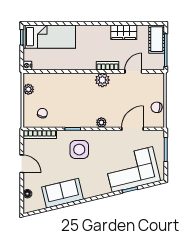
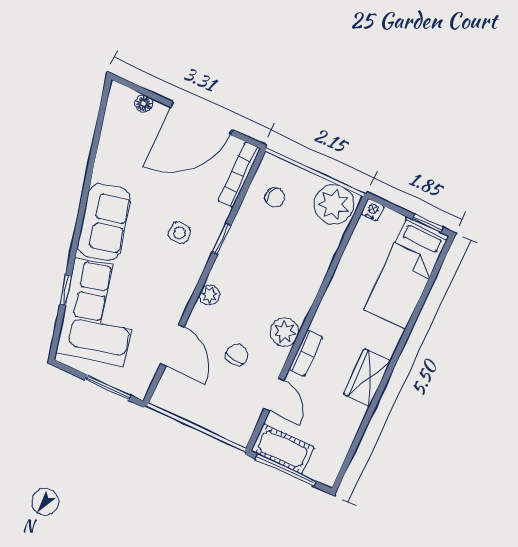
wardrobe: (124, 32) -> (367, 377), moved
cot: (157, 39) -> (283, 449), moved
plant: (28, 89) -> (334, 204), width x1.88, depth x1.88
chair: (157, 107) -> (237, 355), moved
side table: (79, 150) -> (179, 233), width x0.54, depth x0.54
door: (22, 164) -> (202, 118), width x1.88
sofa: (63, 193) -> (104, 222), moved

